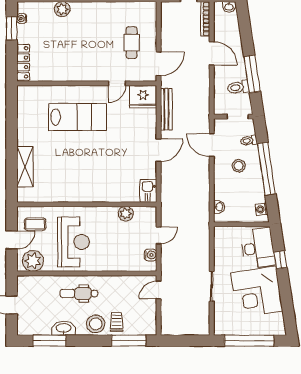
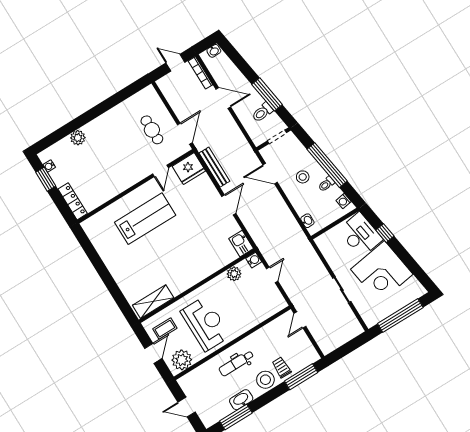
toilet: (249, 141) -> (326, 184), moved
shelving: (25, 167) -> (153, 302), moved, turned 90
water cooler: (150, 255) -> (254, 260), moved

